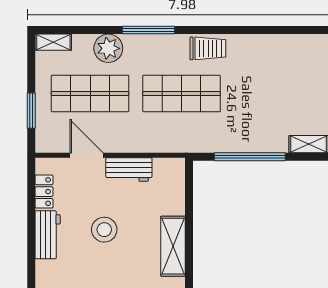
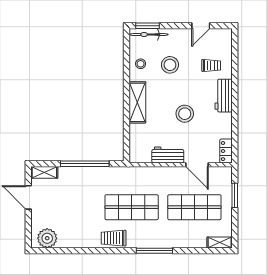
plant: (108, 48) -> (47, 238), moved
locker: (44, 192) -> (226, 151), moved
workbench: (48, 235) -> (224, 96), moved

